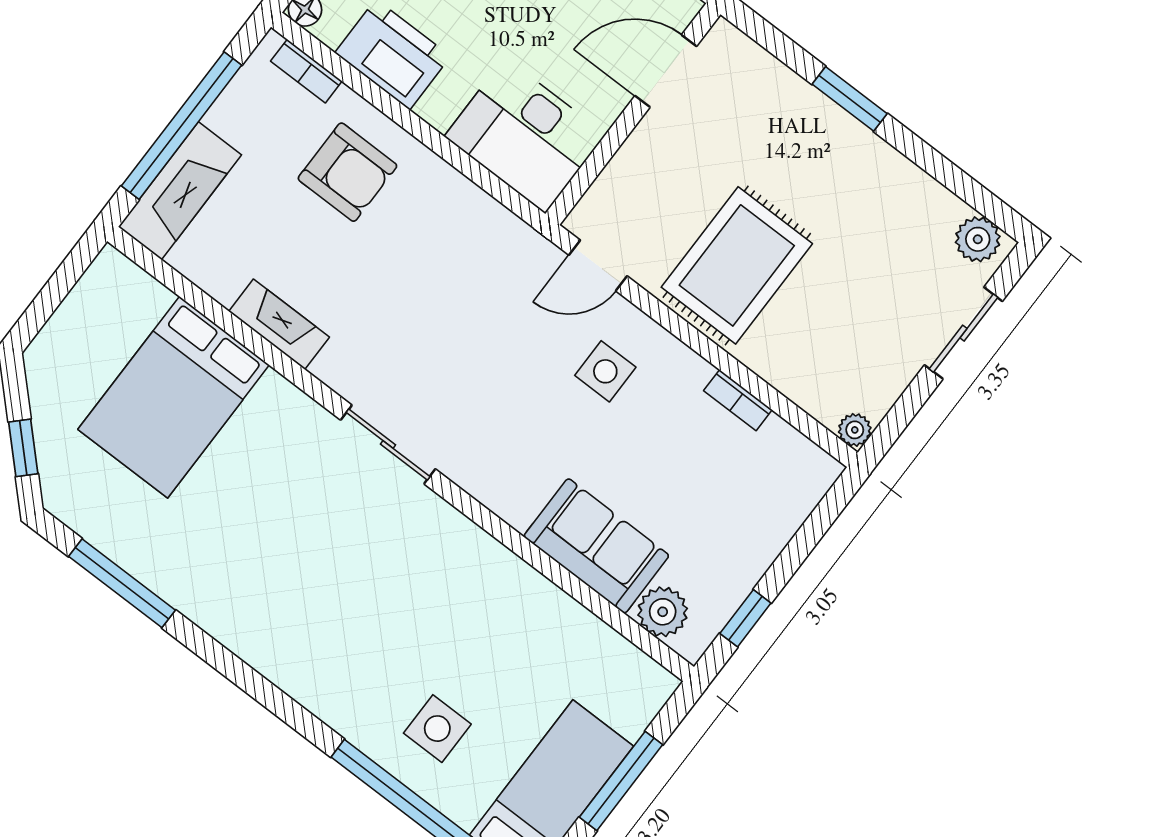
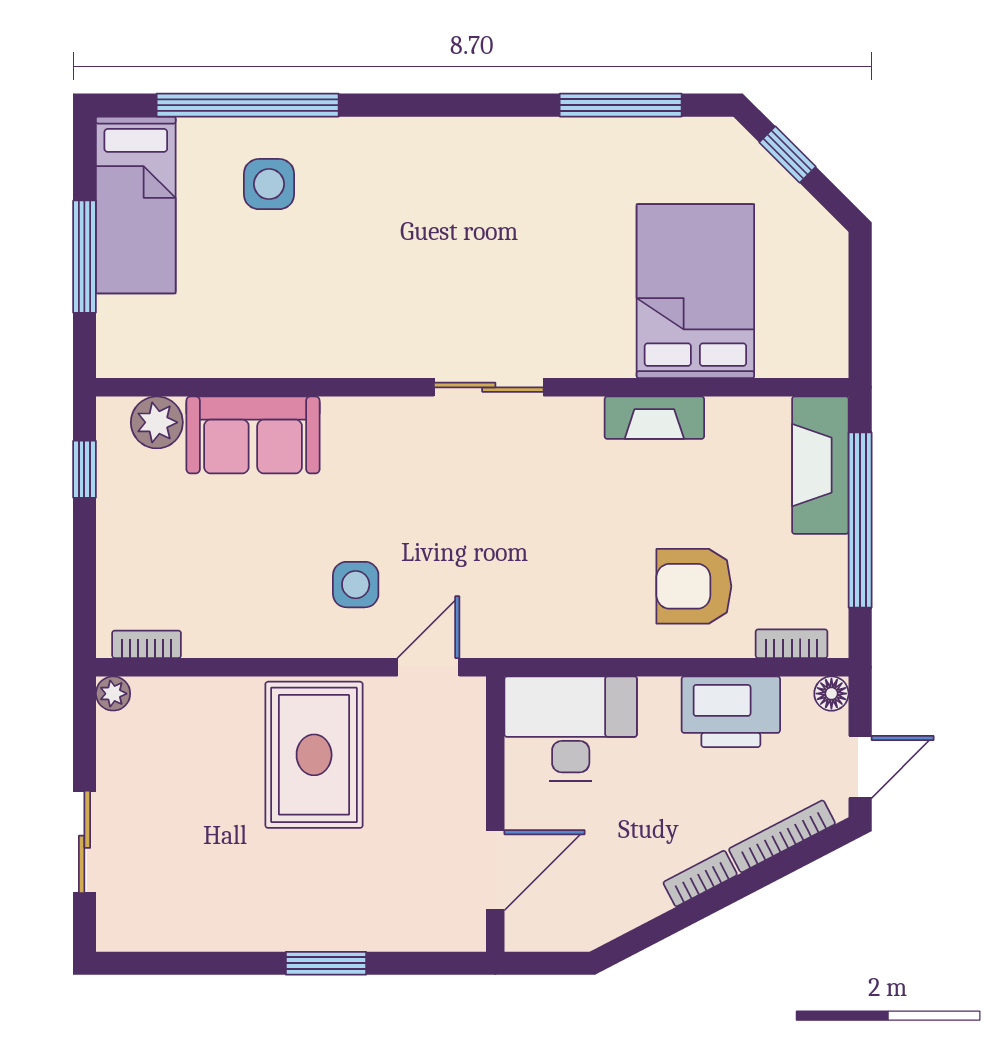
plant: (978, 239) -> (132, 928), removed
bookcase: (738, 400) -> (147, 644), moved

